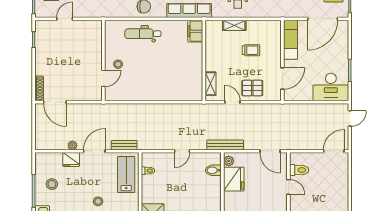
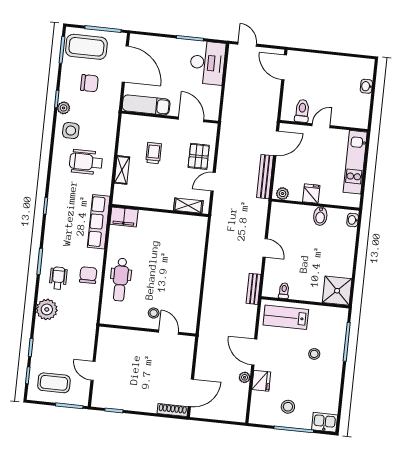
bench: (124, 145) -> (254, 289), moved
bench: (225, 145) -> (265, 177), moved
bidet: (213, 170) -> (320, 216), moved
fridge: (234, 179) -> (311, 194), width x0.53, depth x0.75

